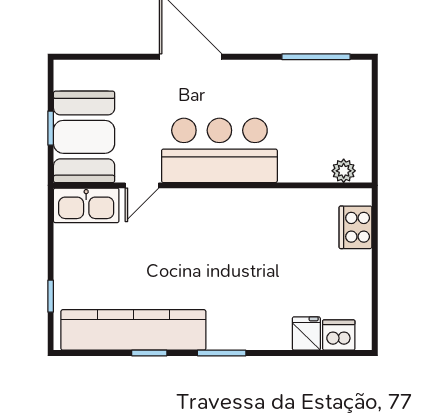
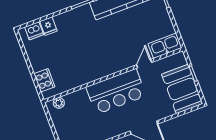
booth: (84, 137) -> (182, 89), moved

